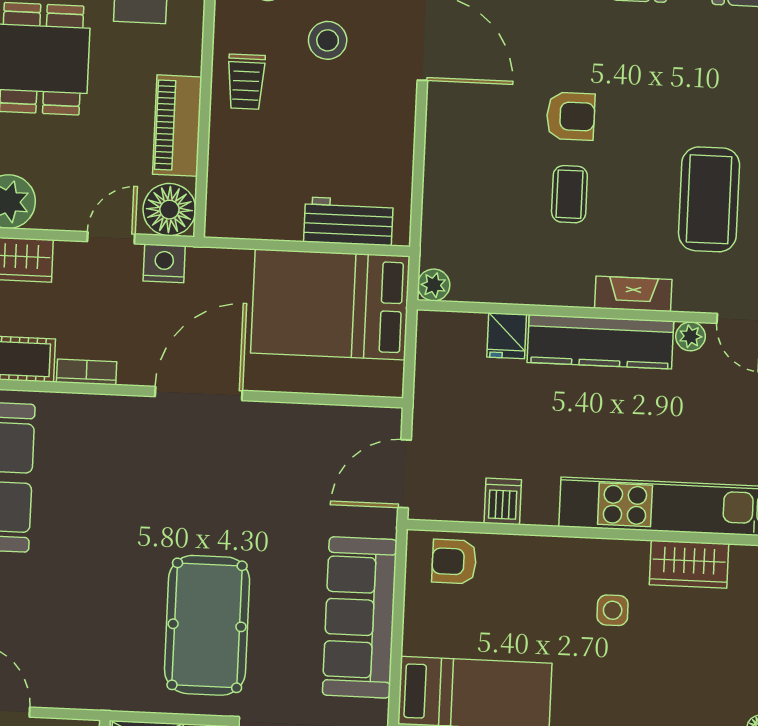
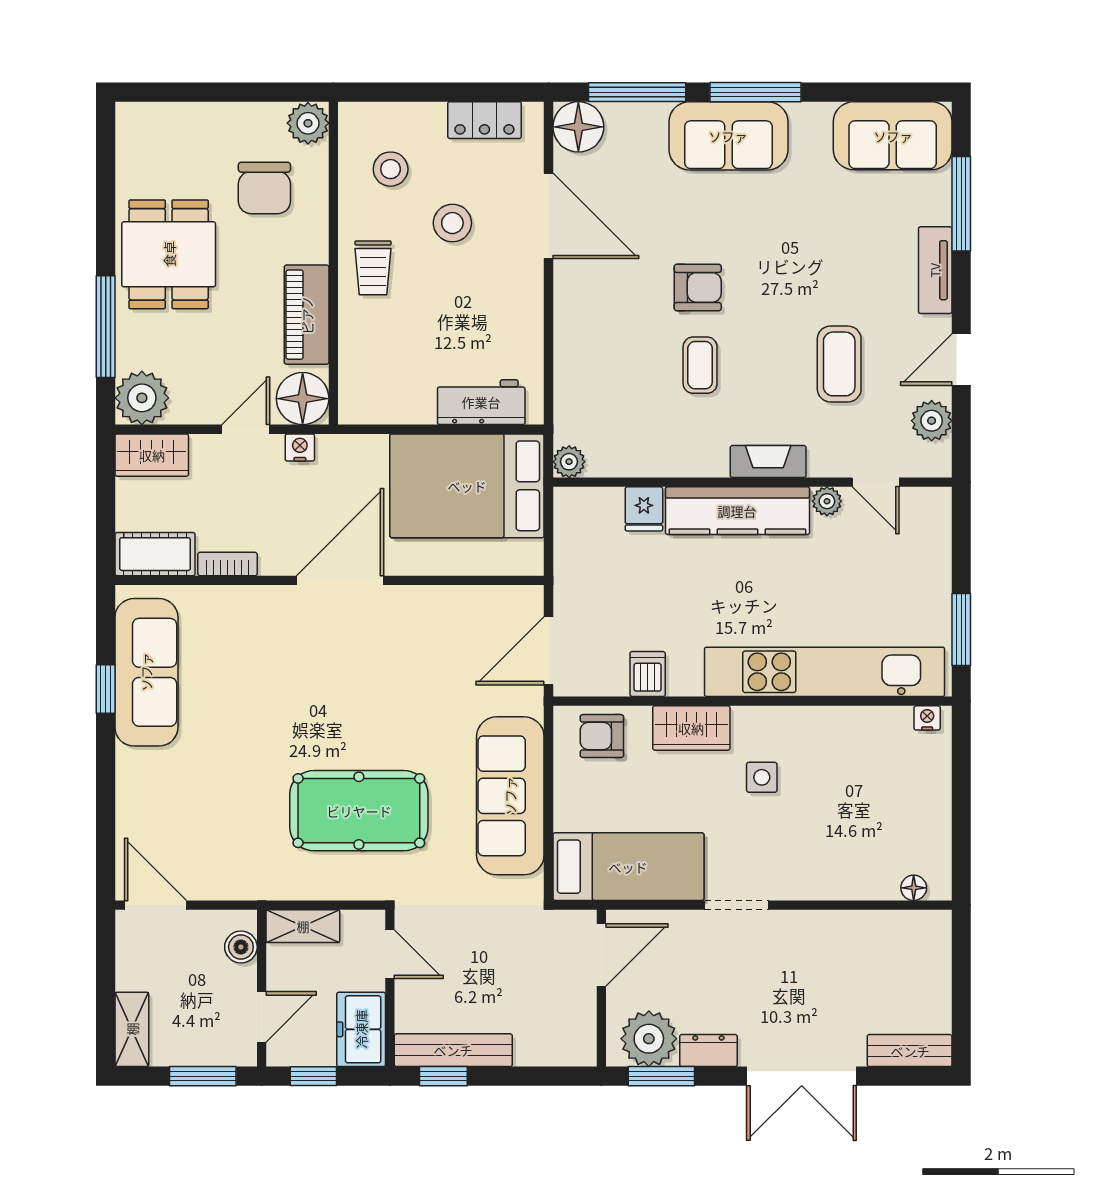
coffee table: (709, 199) -> (839, 364), width x0.73, depth x0.76
nightstand: (164, 263) -> (300, 448), width x0.72, depth x0.74
wardrobe: (689, 564) -> (691, 728), moved
pool table: (207, 625) -> (359, 811), turned 90

